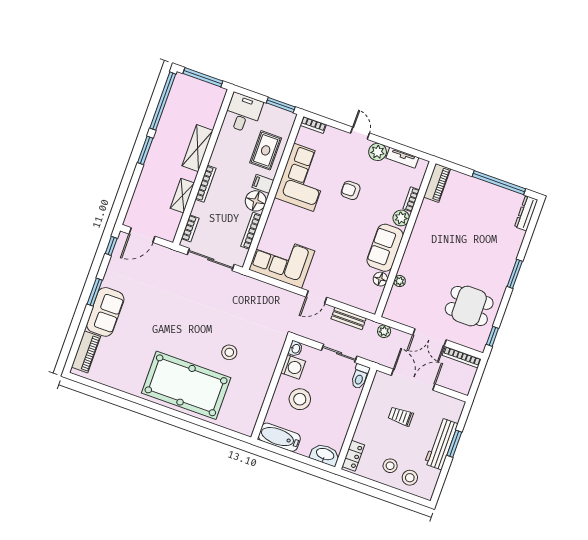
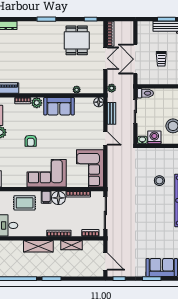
corner sofa: (304, 177) -> (47, 173), moved
floor lamp: (380, 279) -> (99, 102), moved

